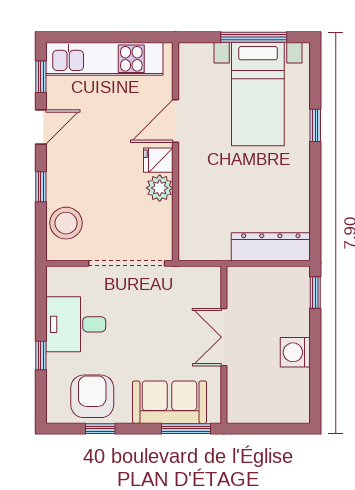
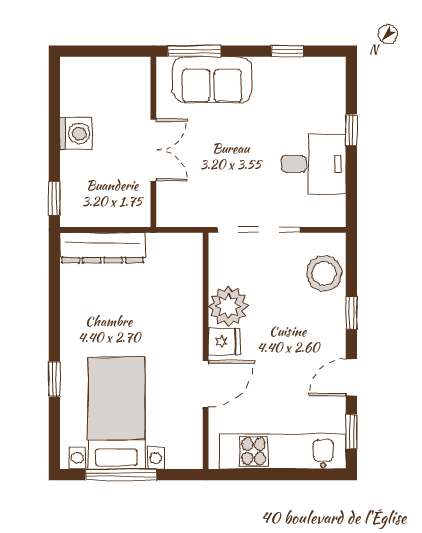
plant: (160, 188) -> (228, 306), width x1.36, depth x1.36
armchair: (92, 396) -> (296, 86), removed

